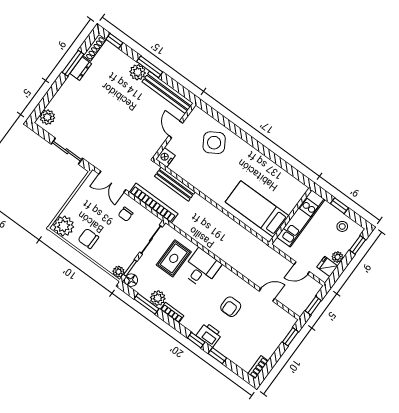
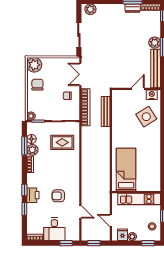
nightstand: (165, 157) -> (152, 95), moved
desk: (201, 268) -> (54, 229), moved, turned 90
floor lamp: (131, 280) -> (31, 139), moved

